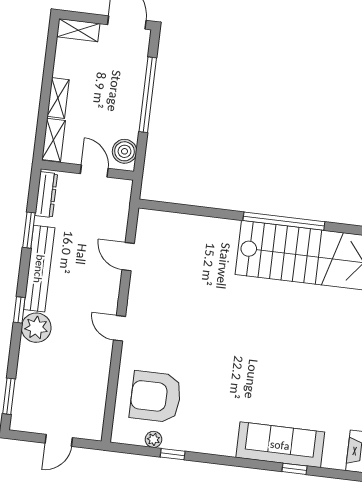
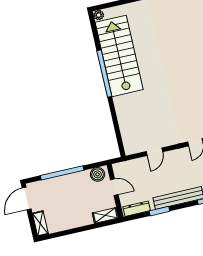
shelving: (58, 98) -> (81, 221), removed
door: (94, 171) -> (114, 187), swing flipped

